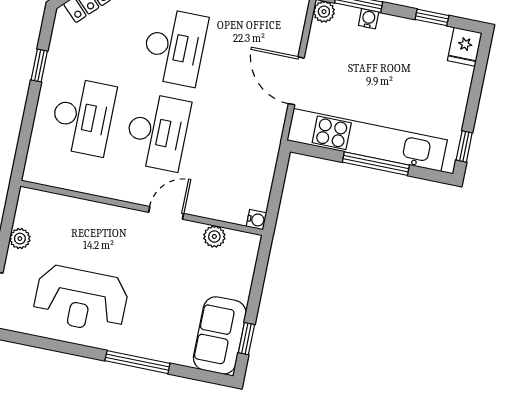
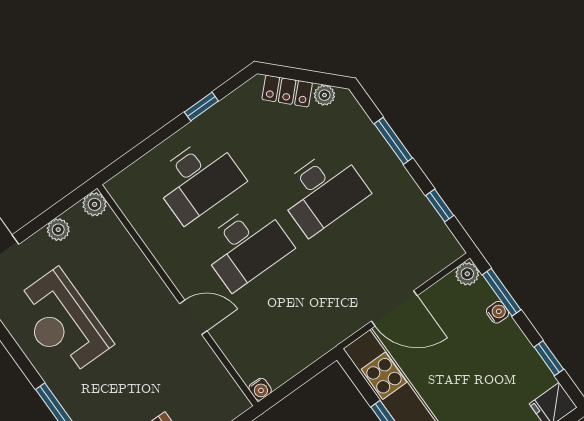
door: (296, 81) -> (394, 308), swing flipped
plant: (214, 237) -> (95, 204), moved

